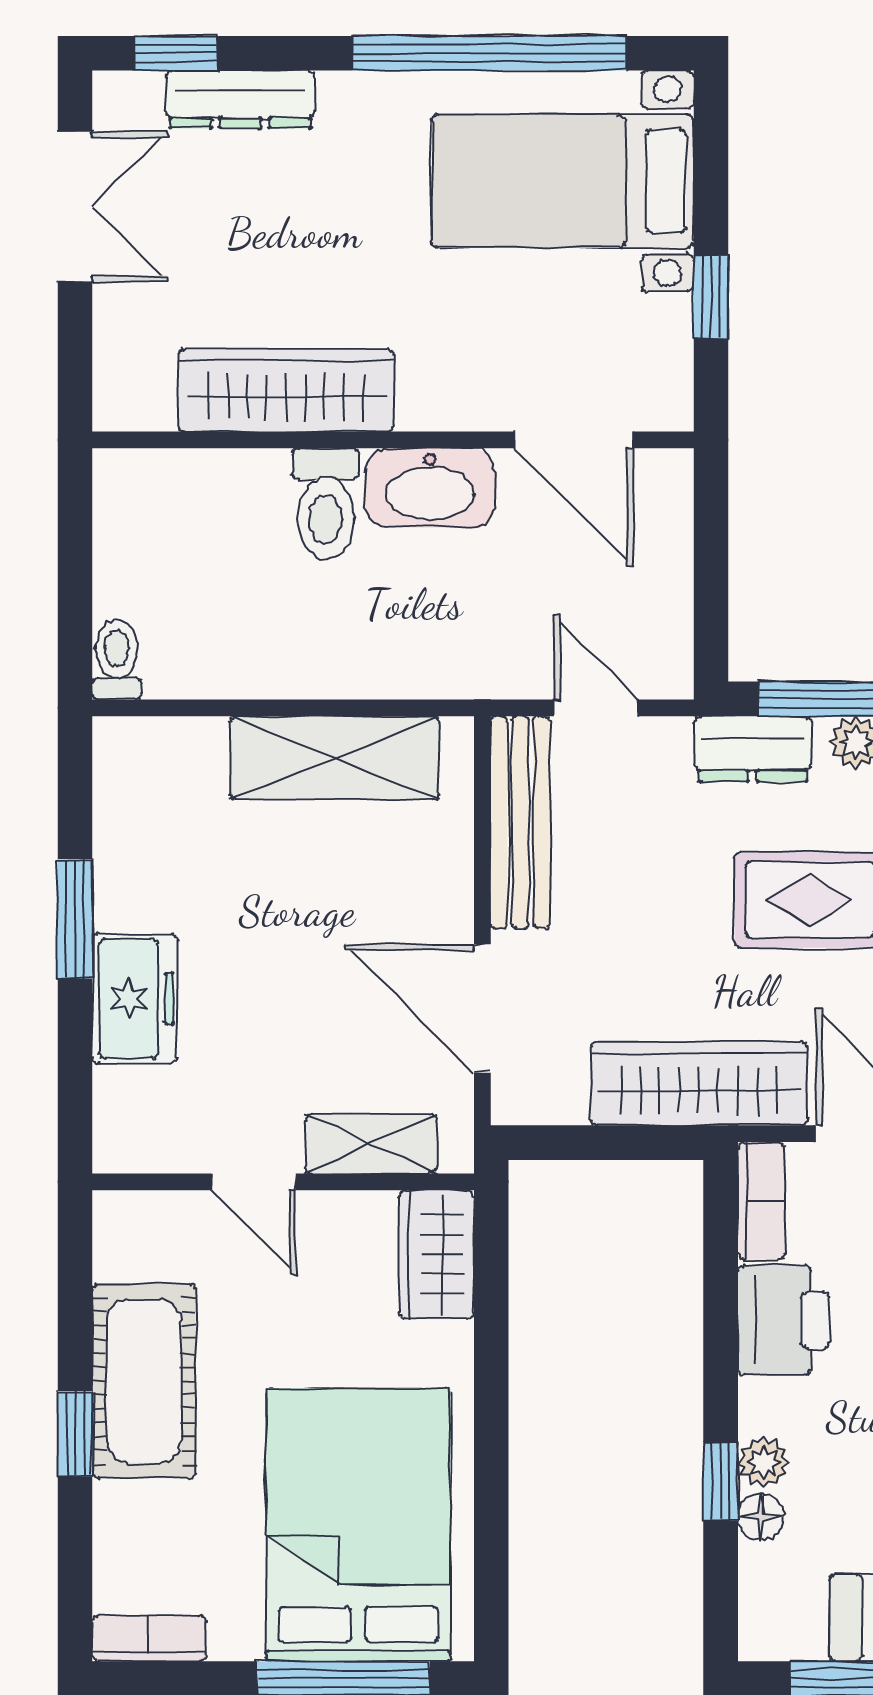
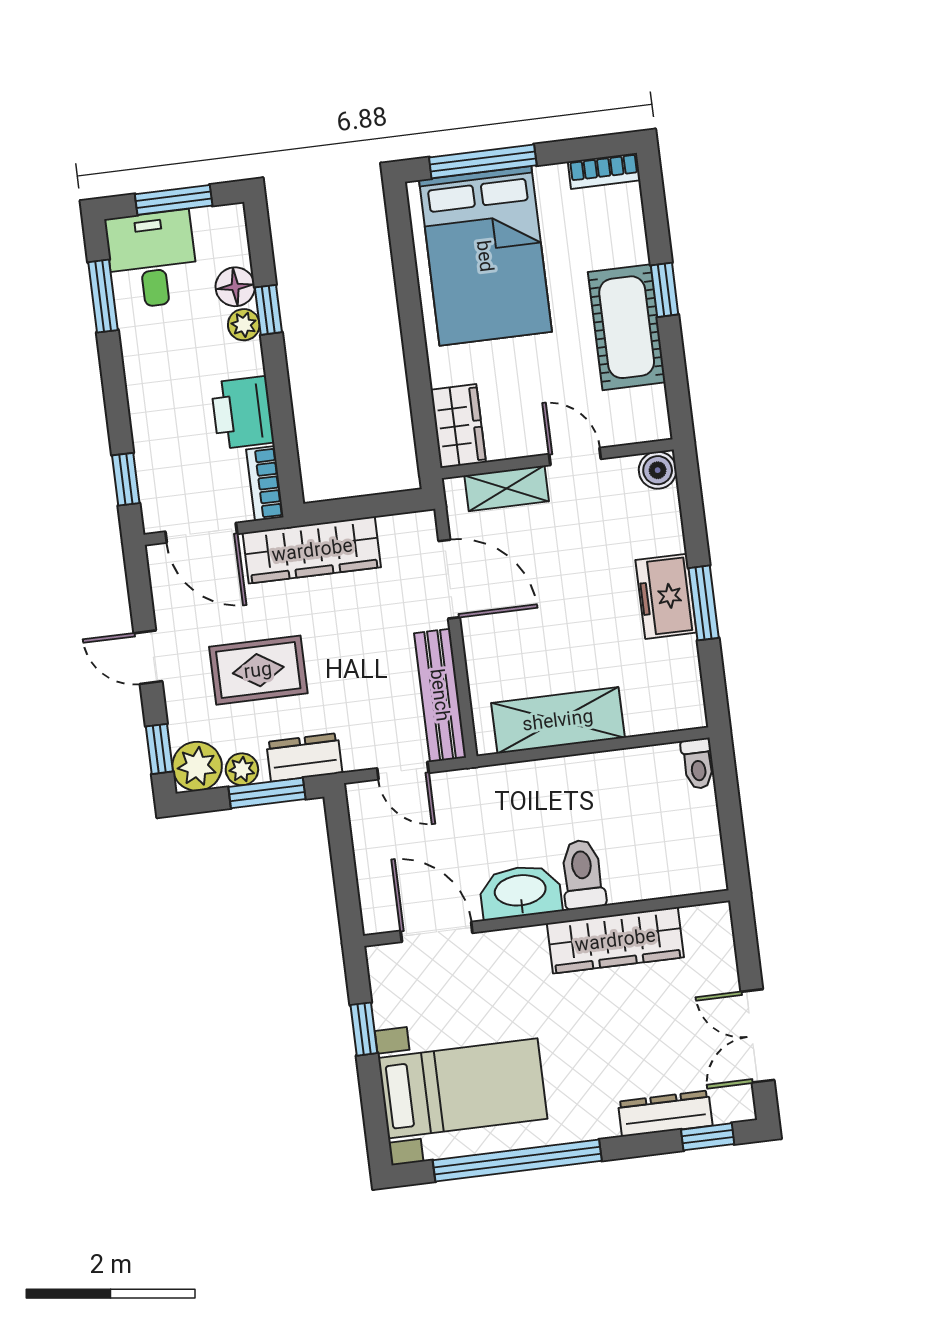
freezer: (134, 999) -> (666, 596), moved
boiler: (123, 1143) -> (658, 470), added
floor lamp: (761, 1517) -> (235, 287), width x1.37, depth x1.37

